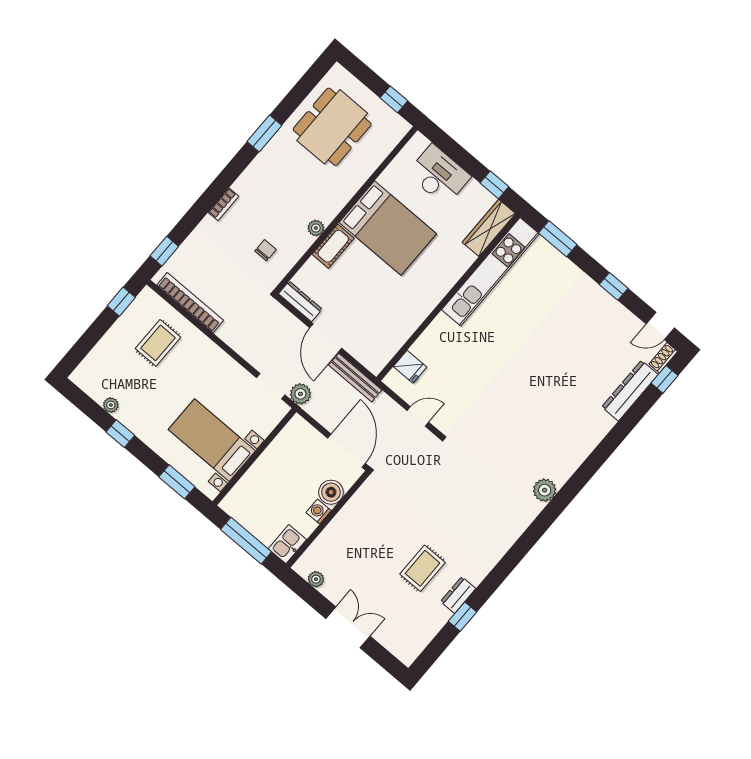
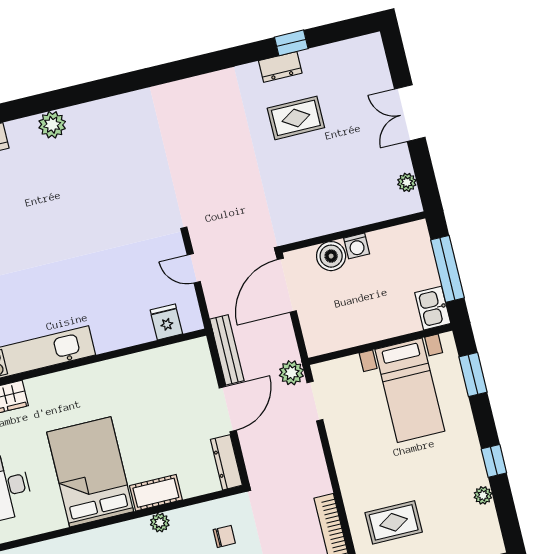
chair: (266, 250) -> (224, 536), turned 180
plant: (545, 490) -> (52, 125), moved
kitchen sink: (287, 544) -> (433, 308), moved, turned 90

